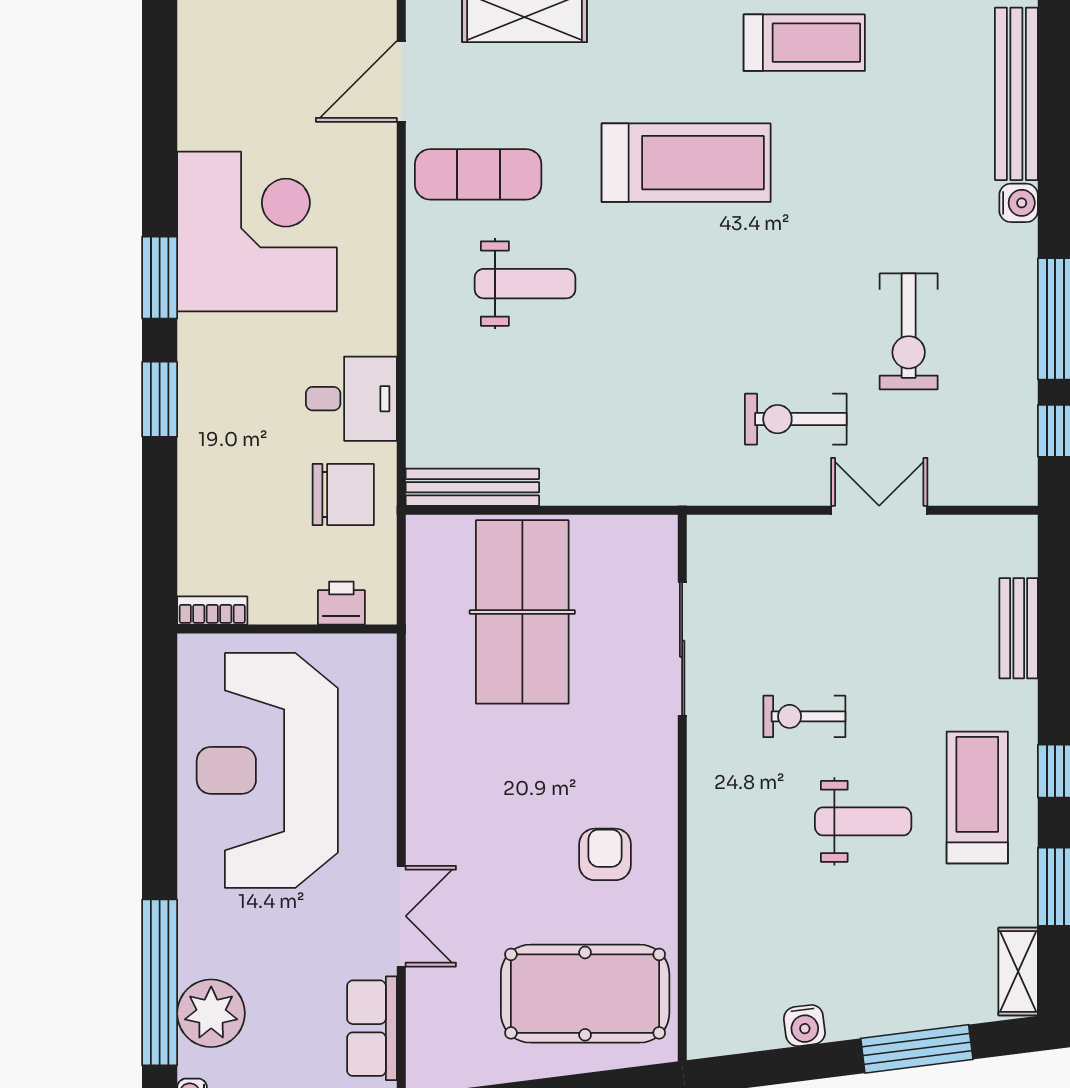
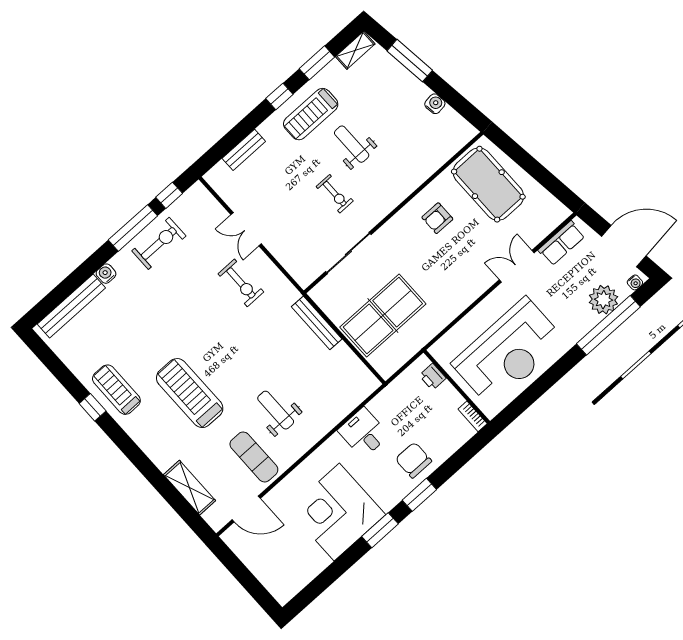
exercise bike: (909, 331) -> (159, 243), moved
bench: (472, 487) -> (317, 323), moved
chair: (343, 495) -> (413, 460), moved

